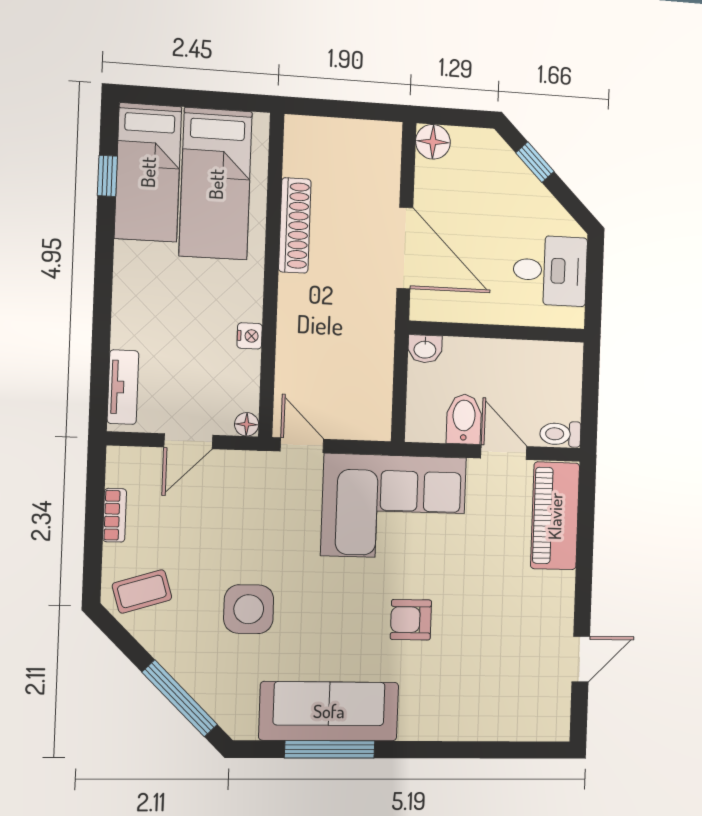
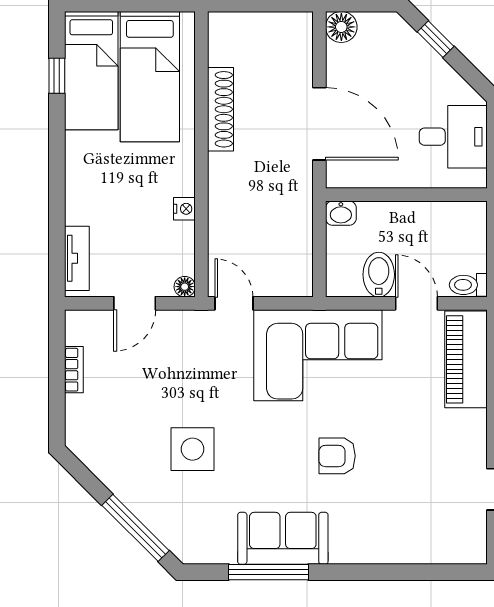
coffee table: (142, 591) -> (100, 435), removed
sofa: (329, 711) -> (283, 538), width x0.73

